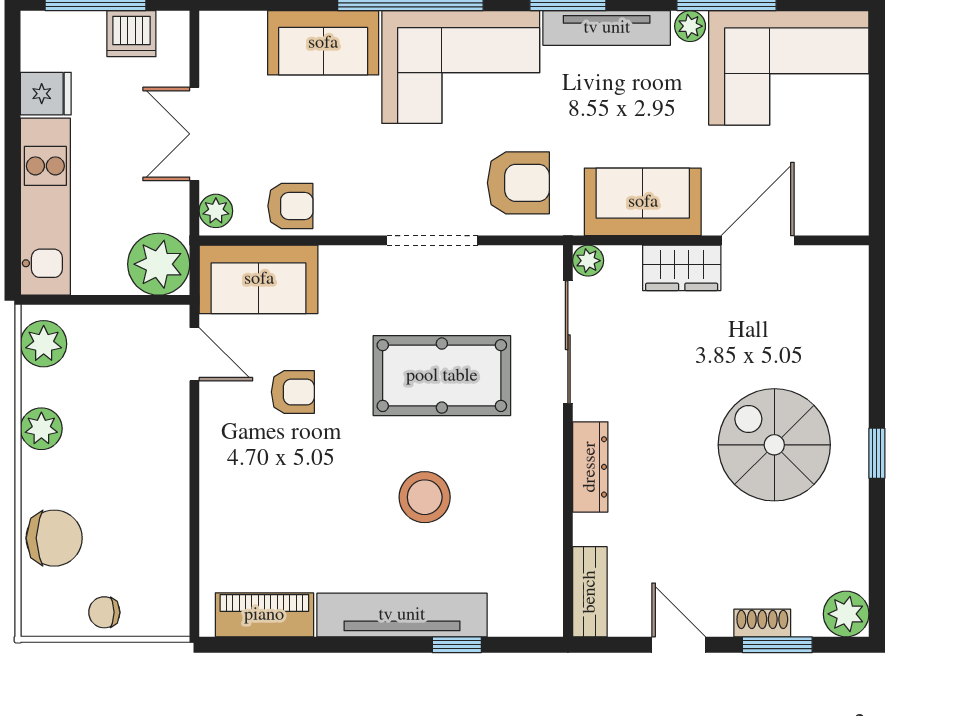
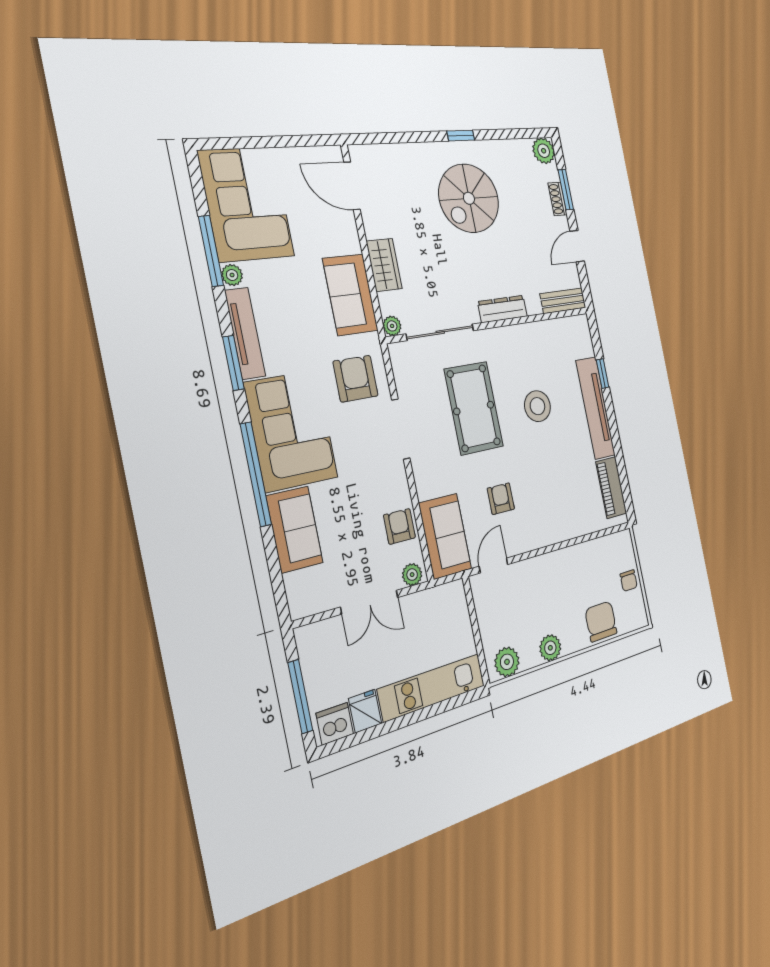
dishwasher: (131, 34) -> (335, 724), moved, turned -90
door: (758, 240) -> (352, 186), moved
plant: (159, 264) -> (450, 603), removed

